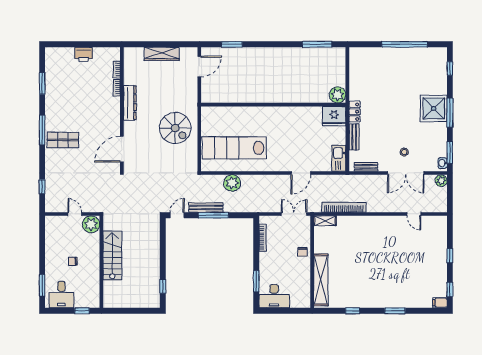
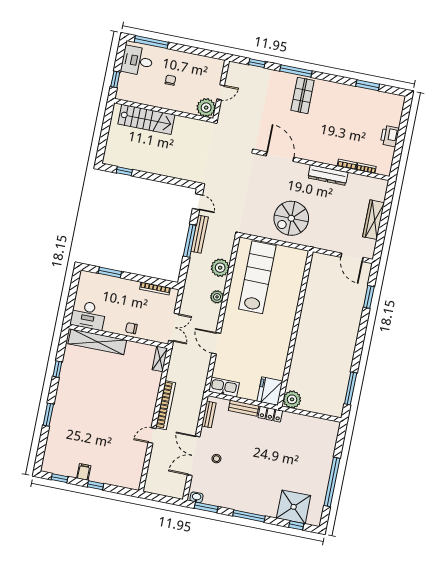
shower: (434, 108) -> (294, 507), moved
window: (42, 130) -> (296, 71), moved
plant: (441, 181) -> (217, 297), moved
bookcase: (344, 207) -> (166, 405), moved
door: (414, 214) -> (152, 435), moved
stairs: (112, 256) -> (146, 119), moved
window: (42, 285) -> (151, 42), width x1.44
desk: (274, 296) -> (88, 315), moved, turned -90
filing cabinet: (440, 303) -> (84, 472), moved

